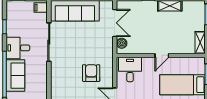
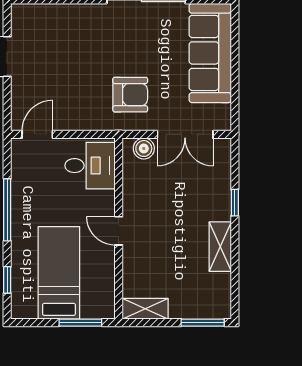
armchair: (91, 73) -> (130, 95), moved

